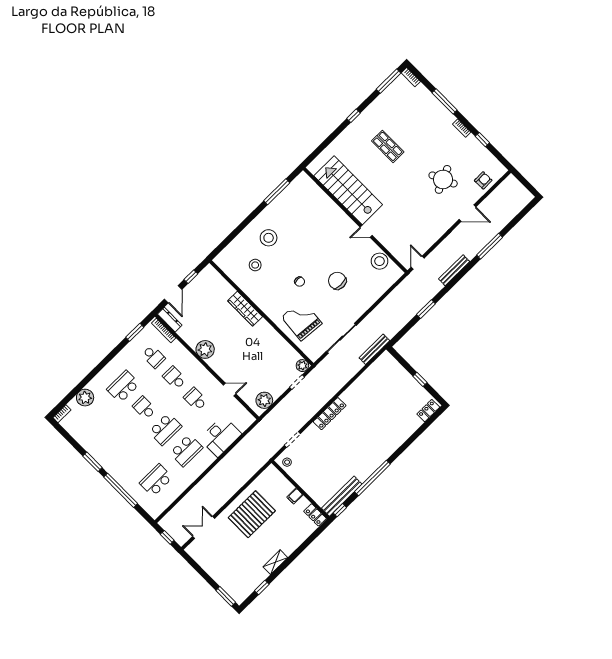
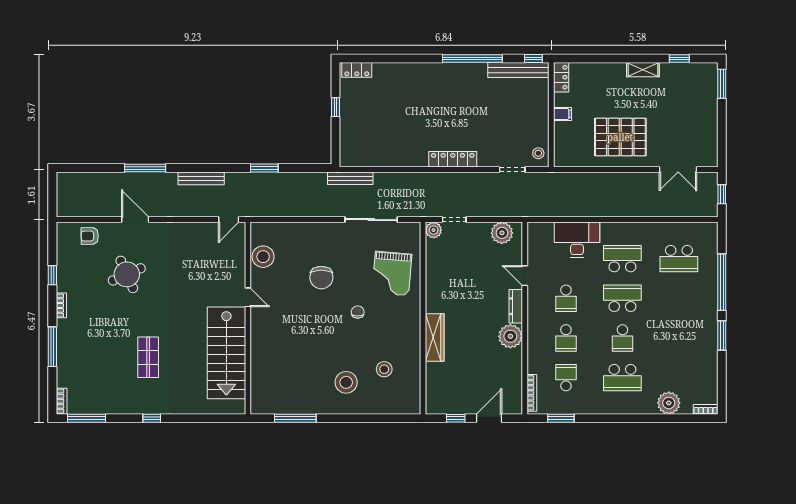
dresser: (170, 320) -> (516, 306), moved

